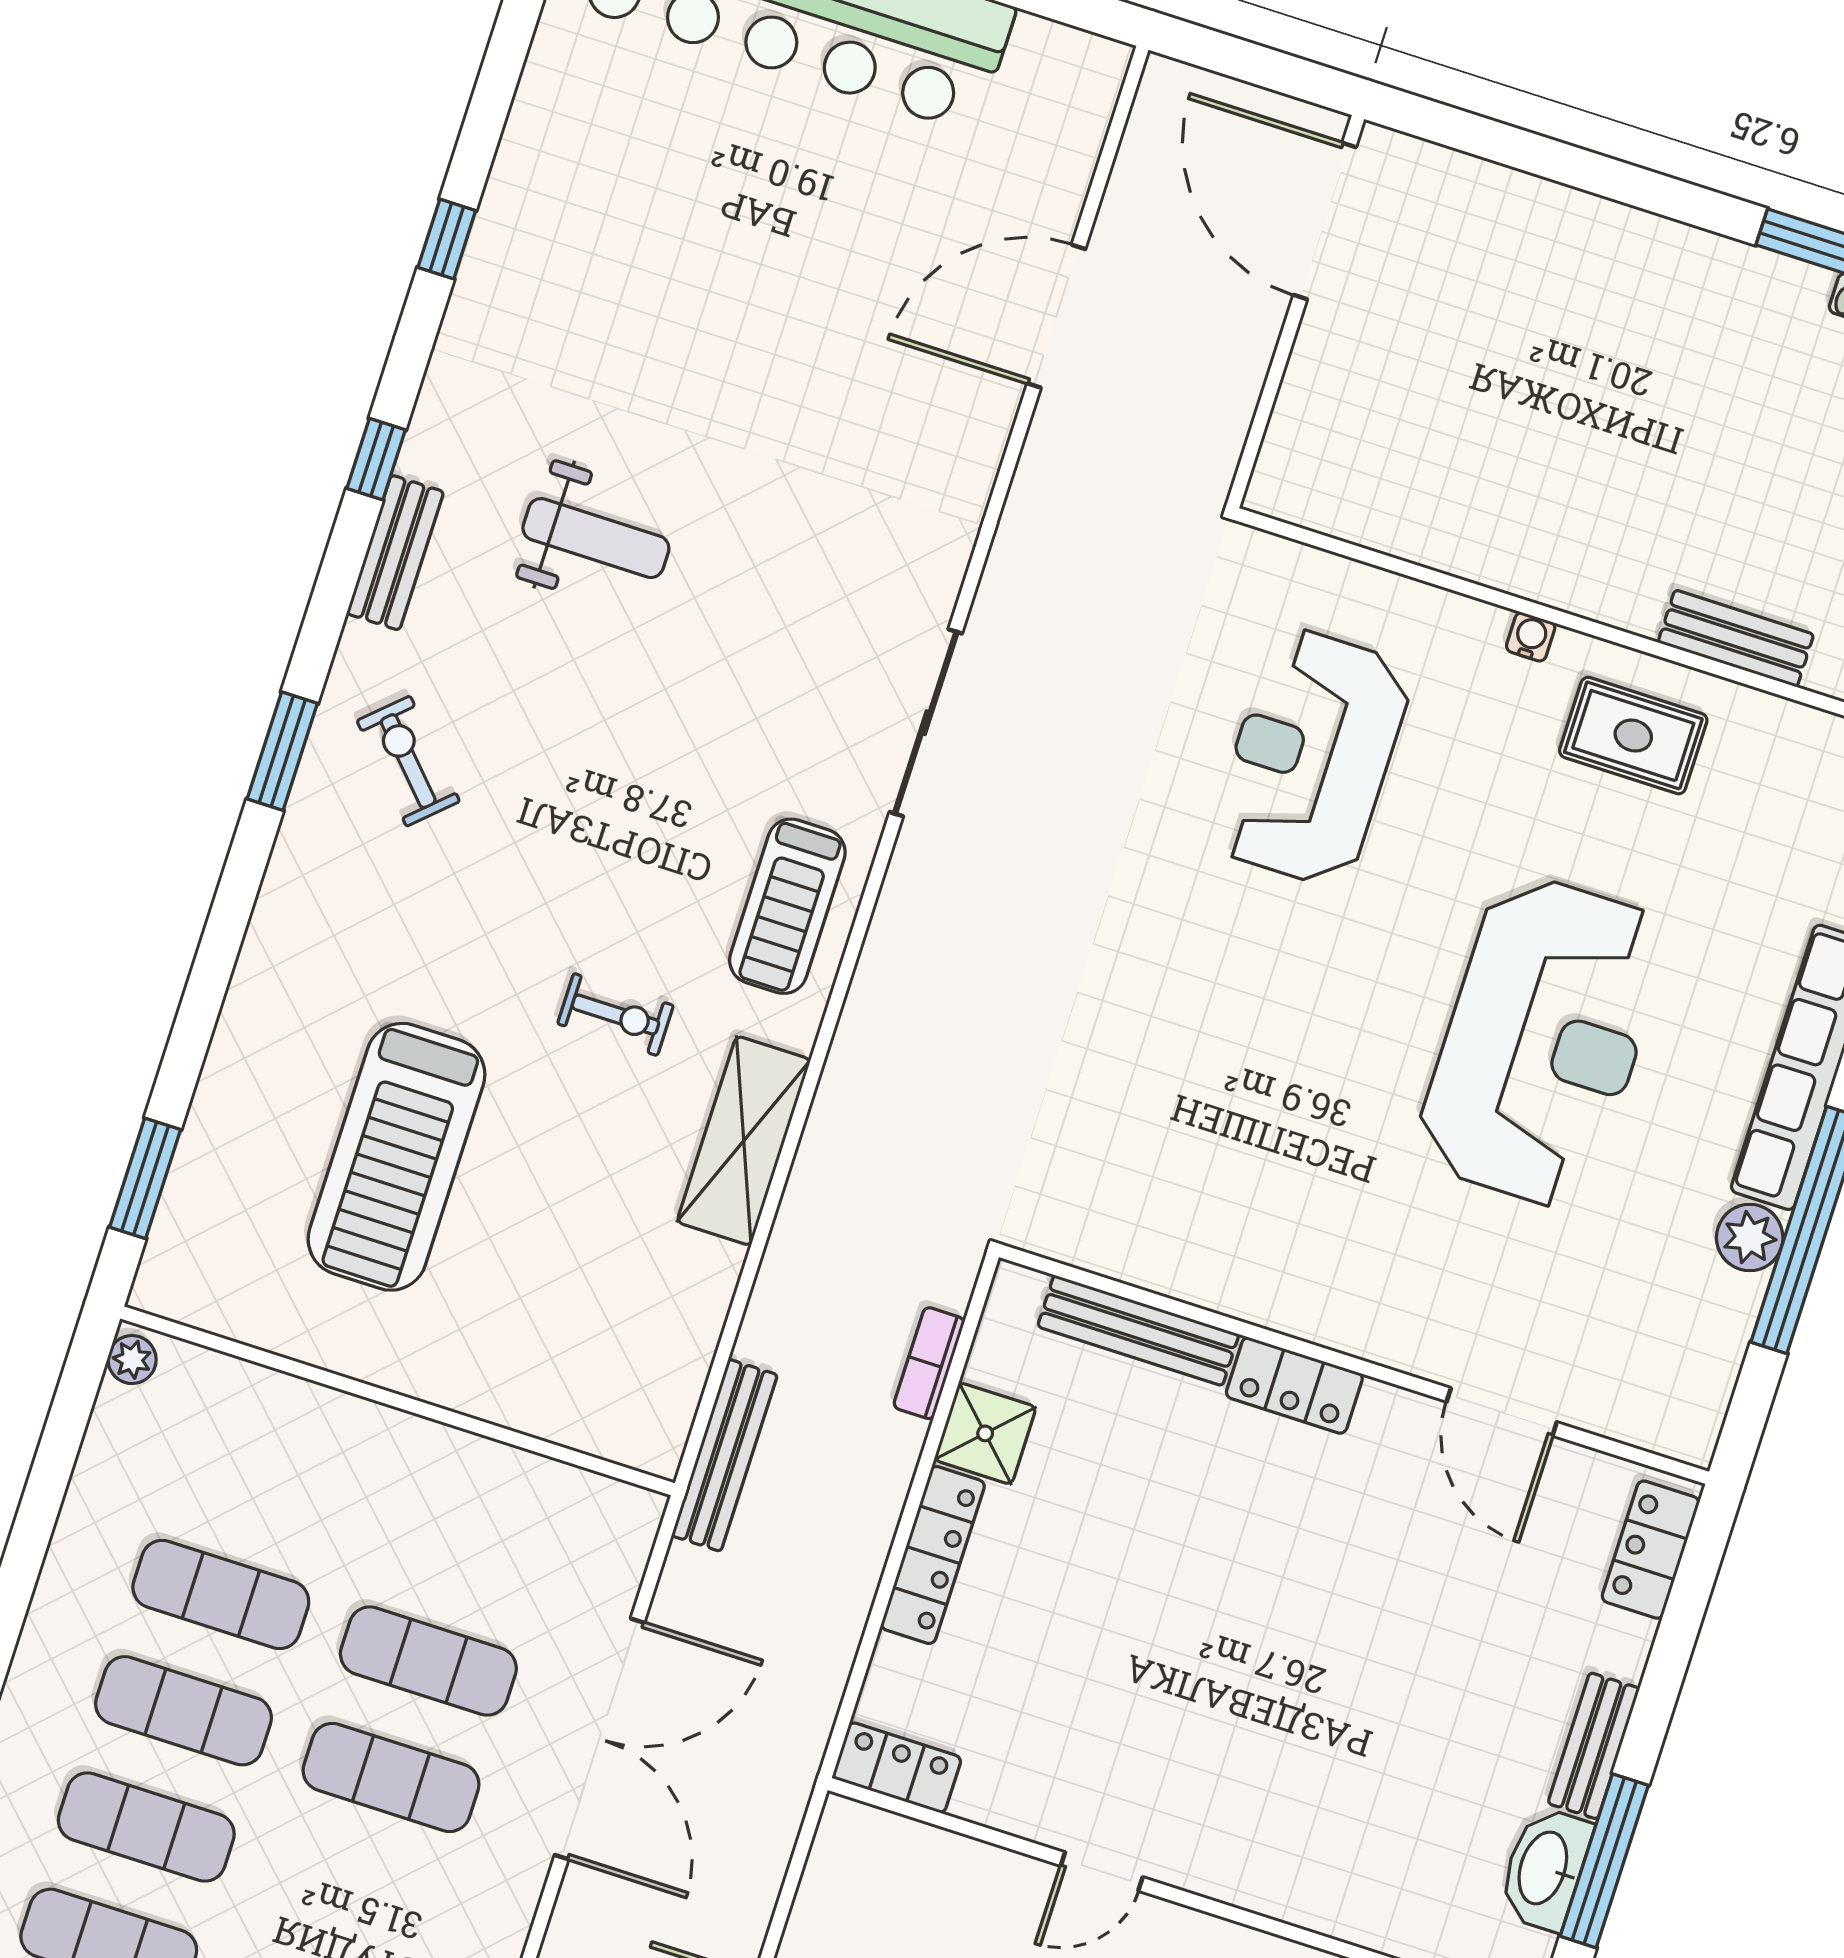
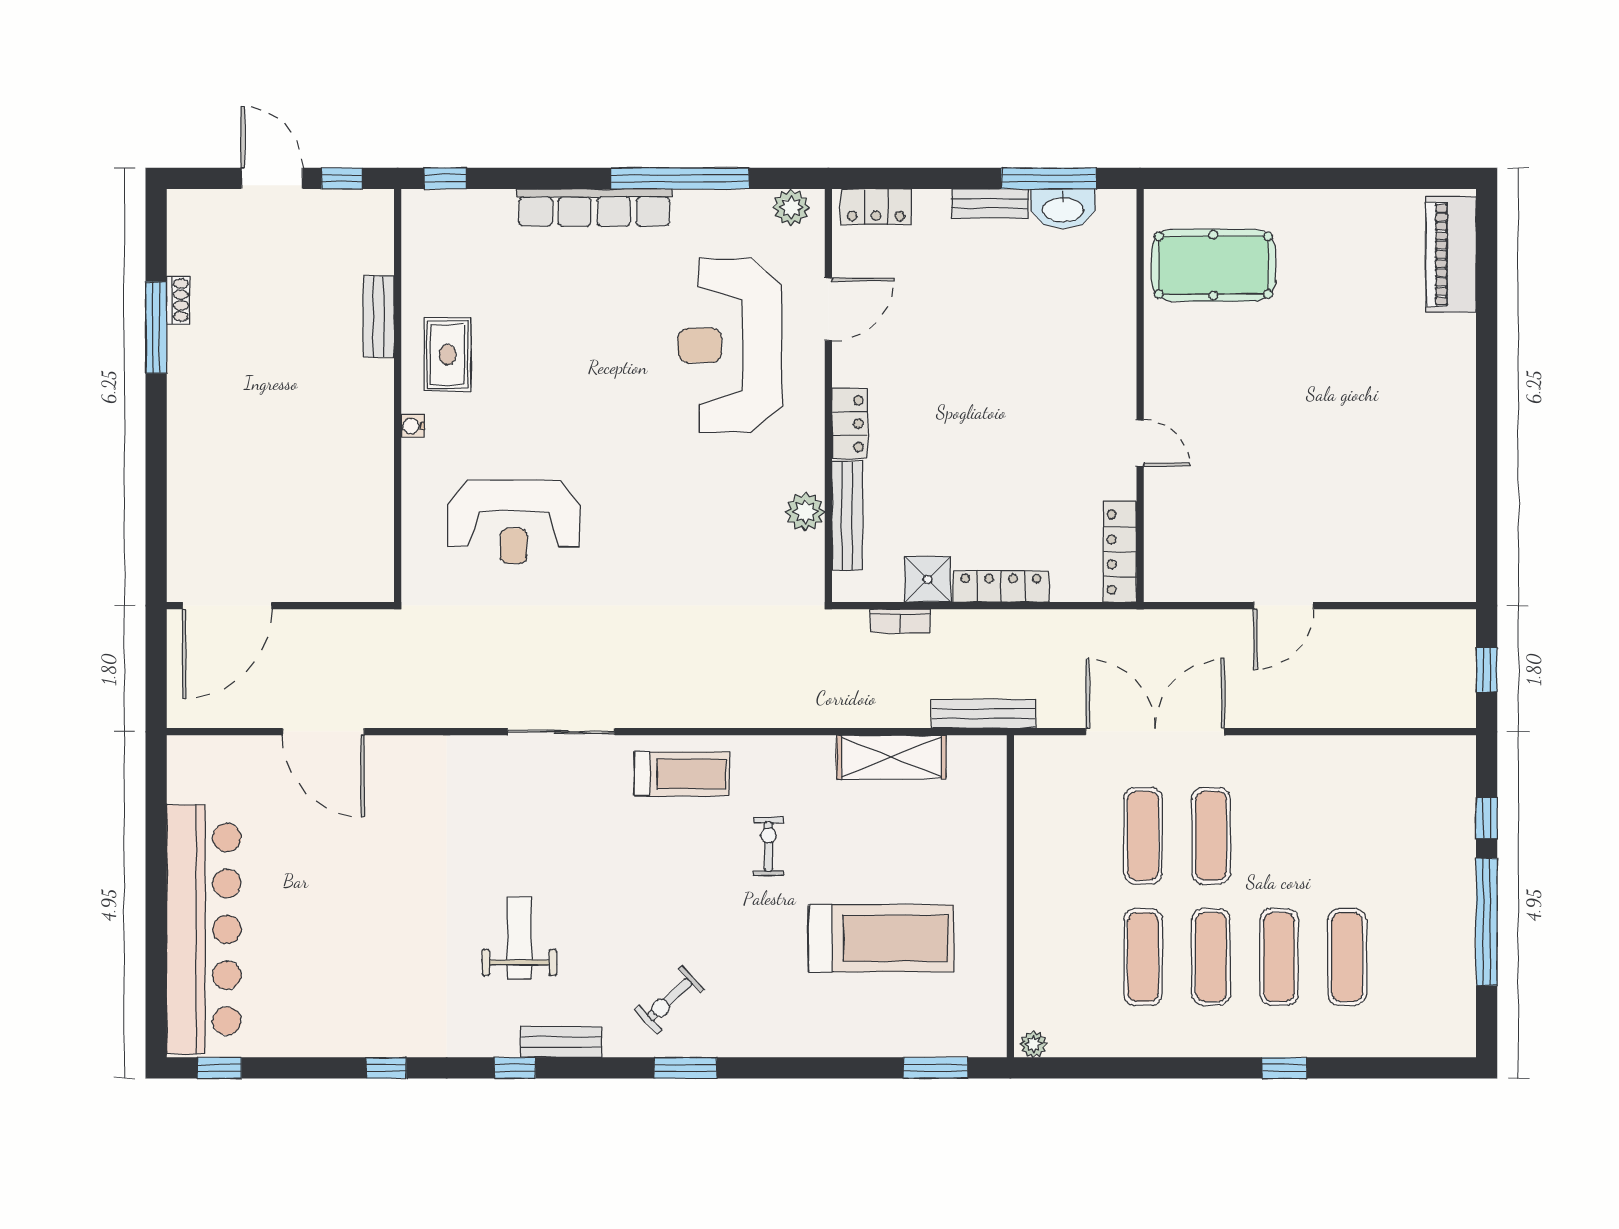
reception desk: (1542, 1041) -> (730, 345), moved, turned -90
shelving: (744, 1141) -> (891, 757), moved
plant: (1750, 1238) -> (791, 207), moved
plant: (1168, 1261) -> (805, 512), added
locker: (897, 1768) -> (1120, 552), width x1.53

